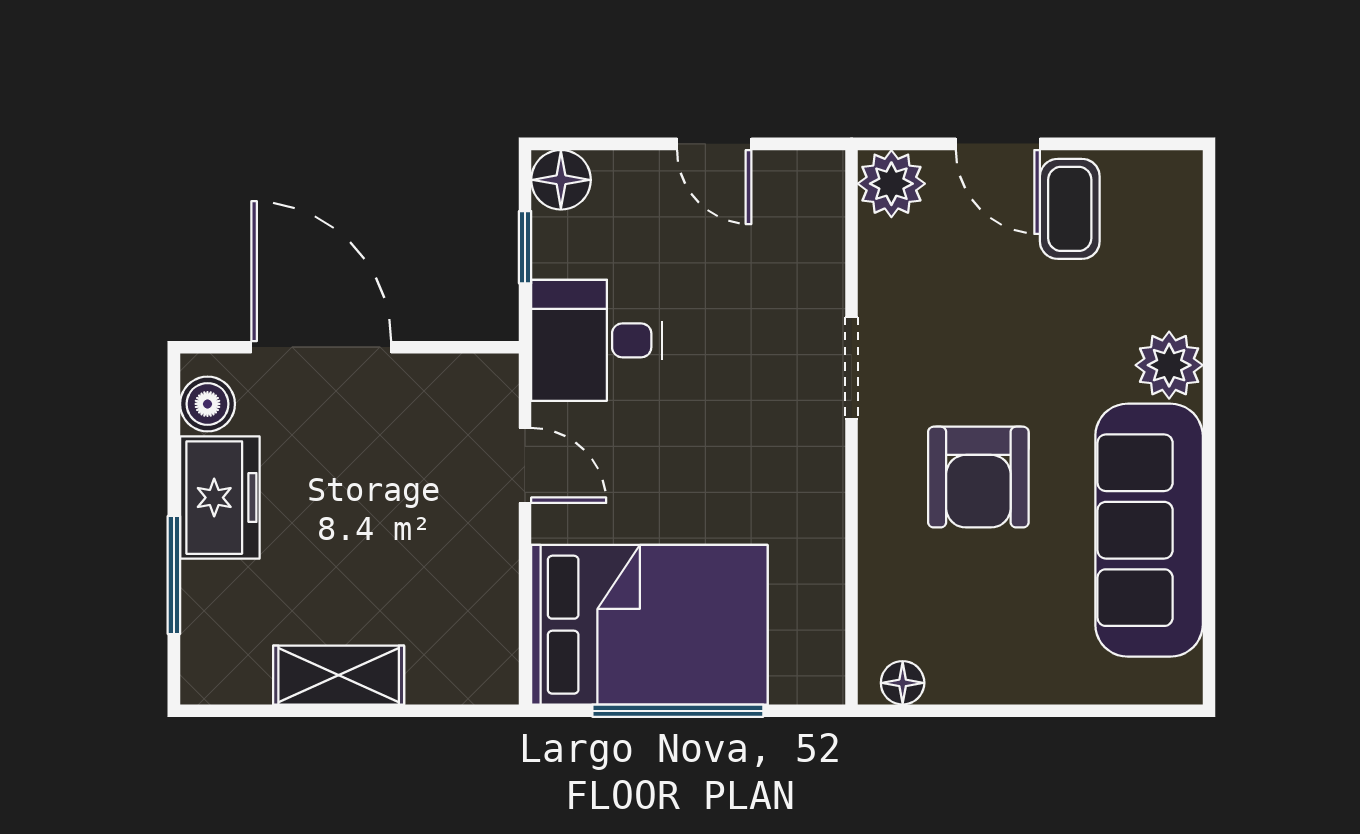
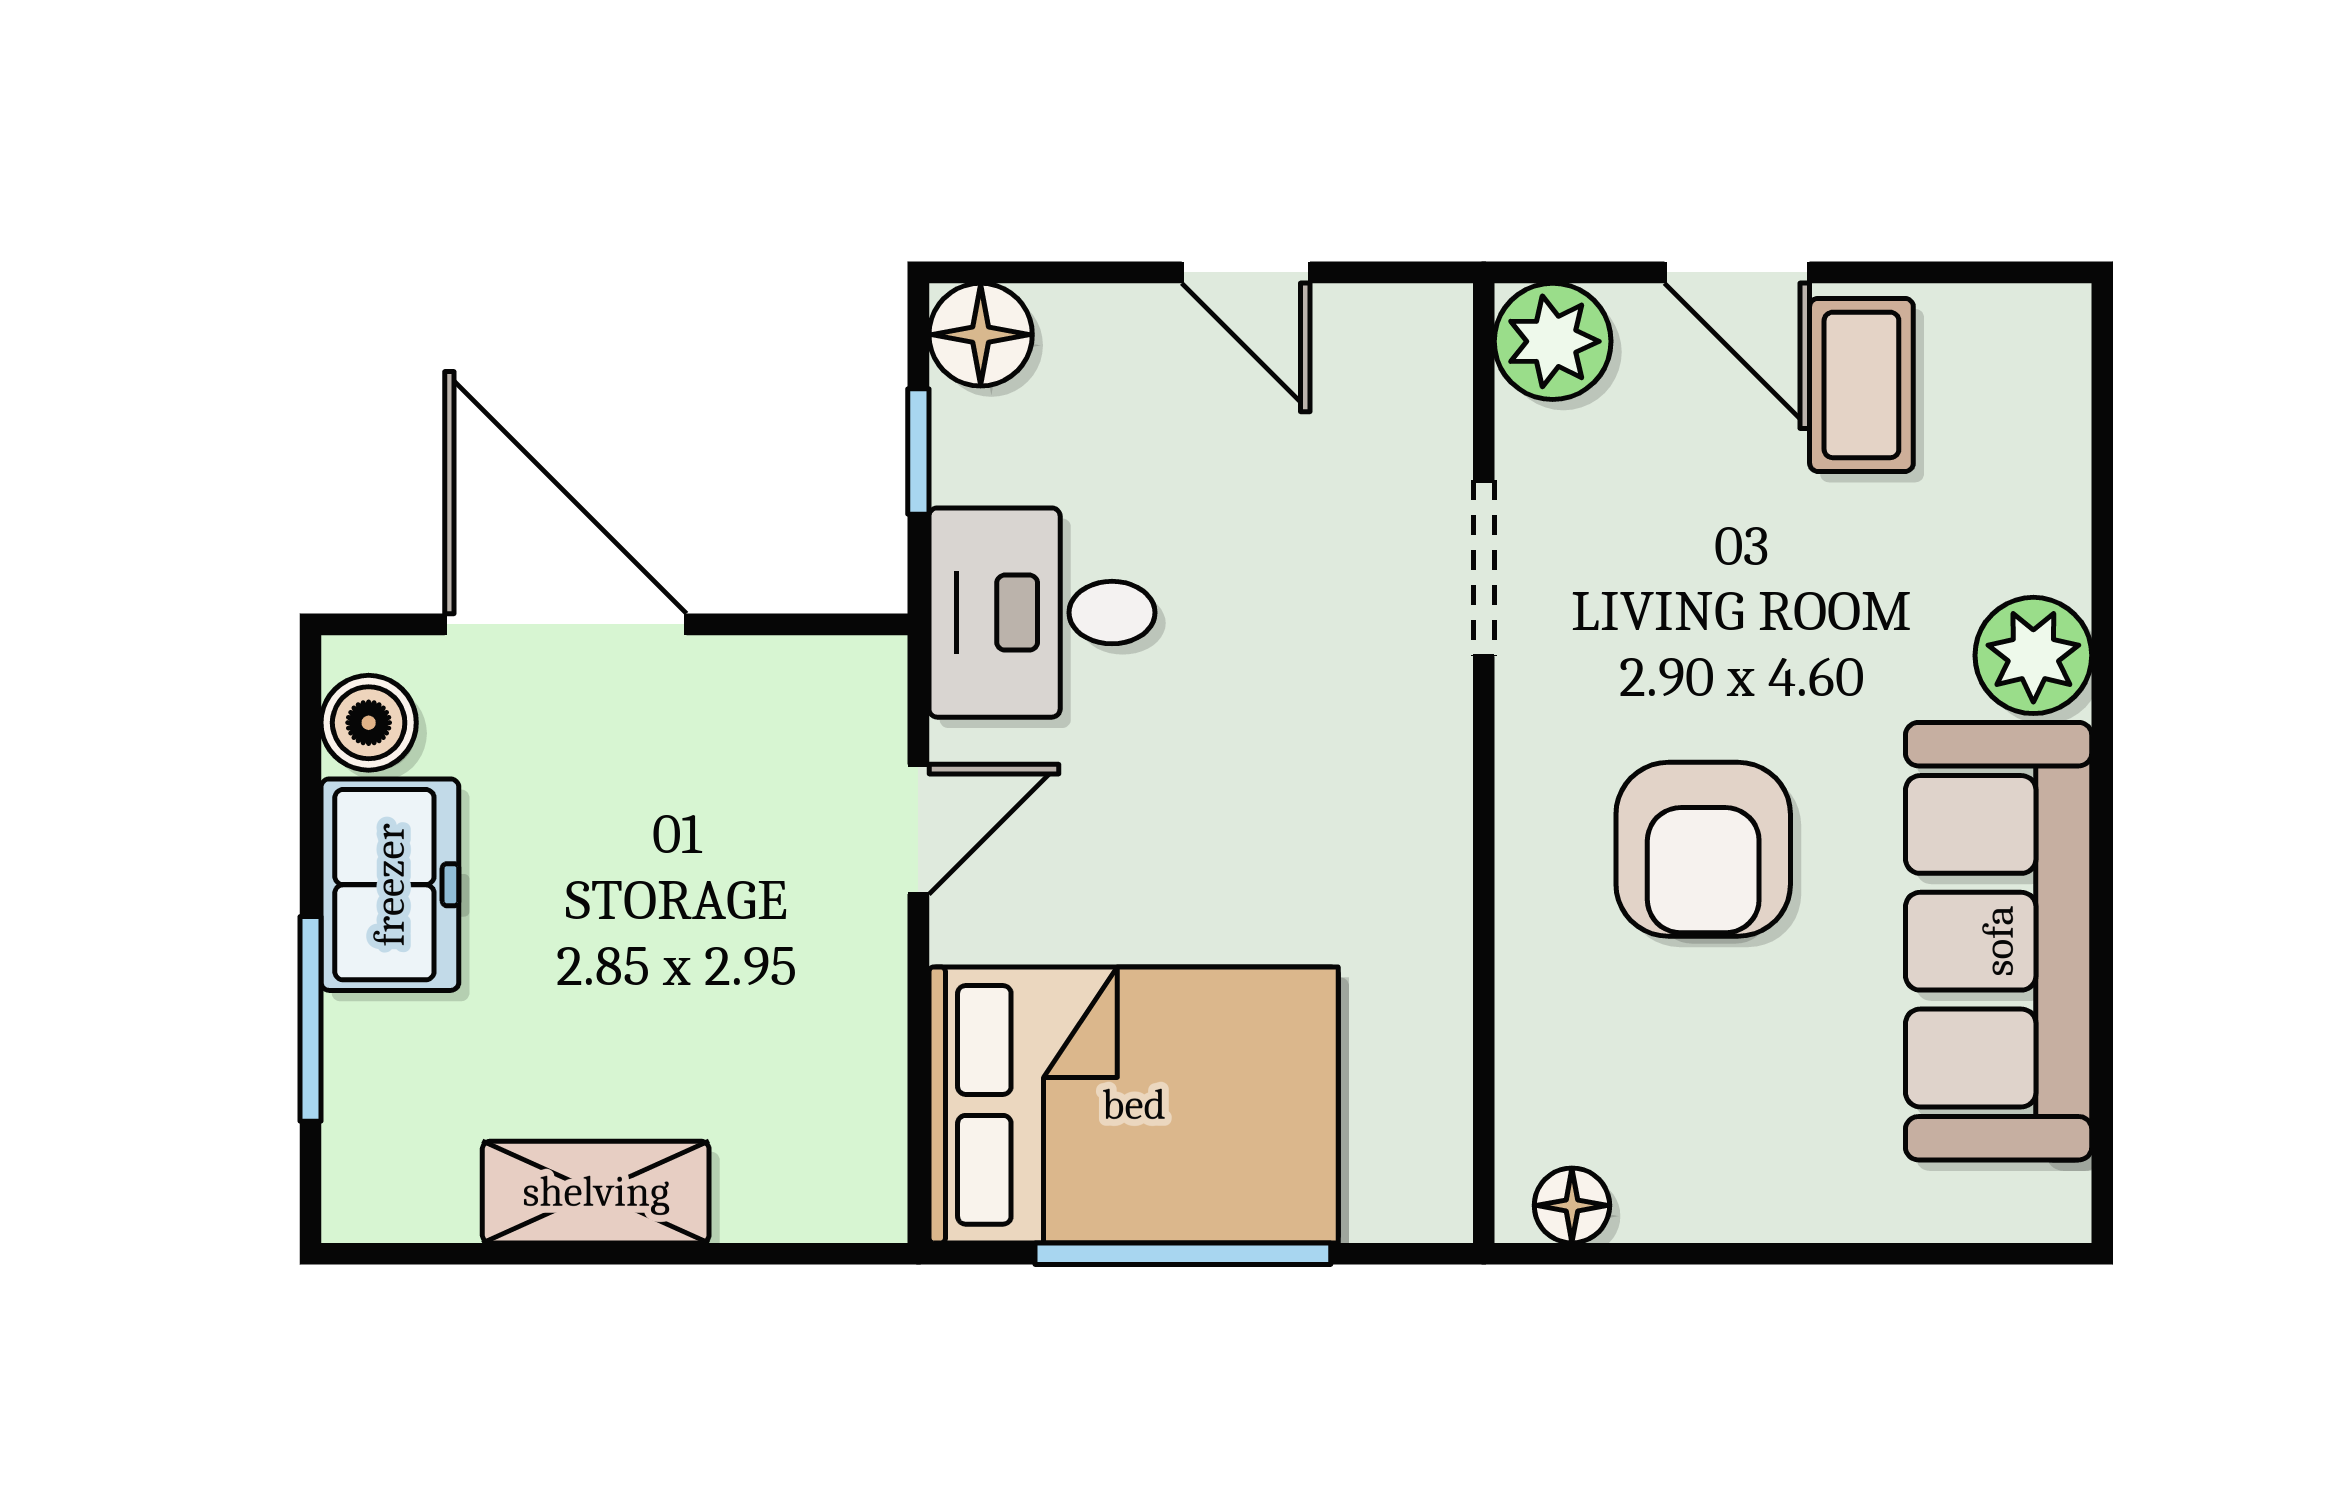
doorway: (852, 368) -> (1484, 568), moved
door: (525, 465) -> (918, 829), hinge flipped

